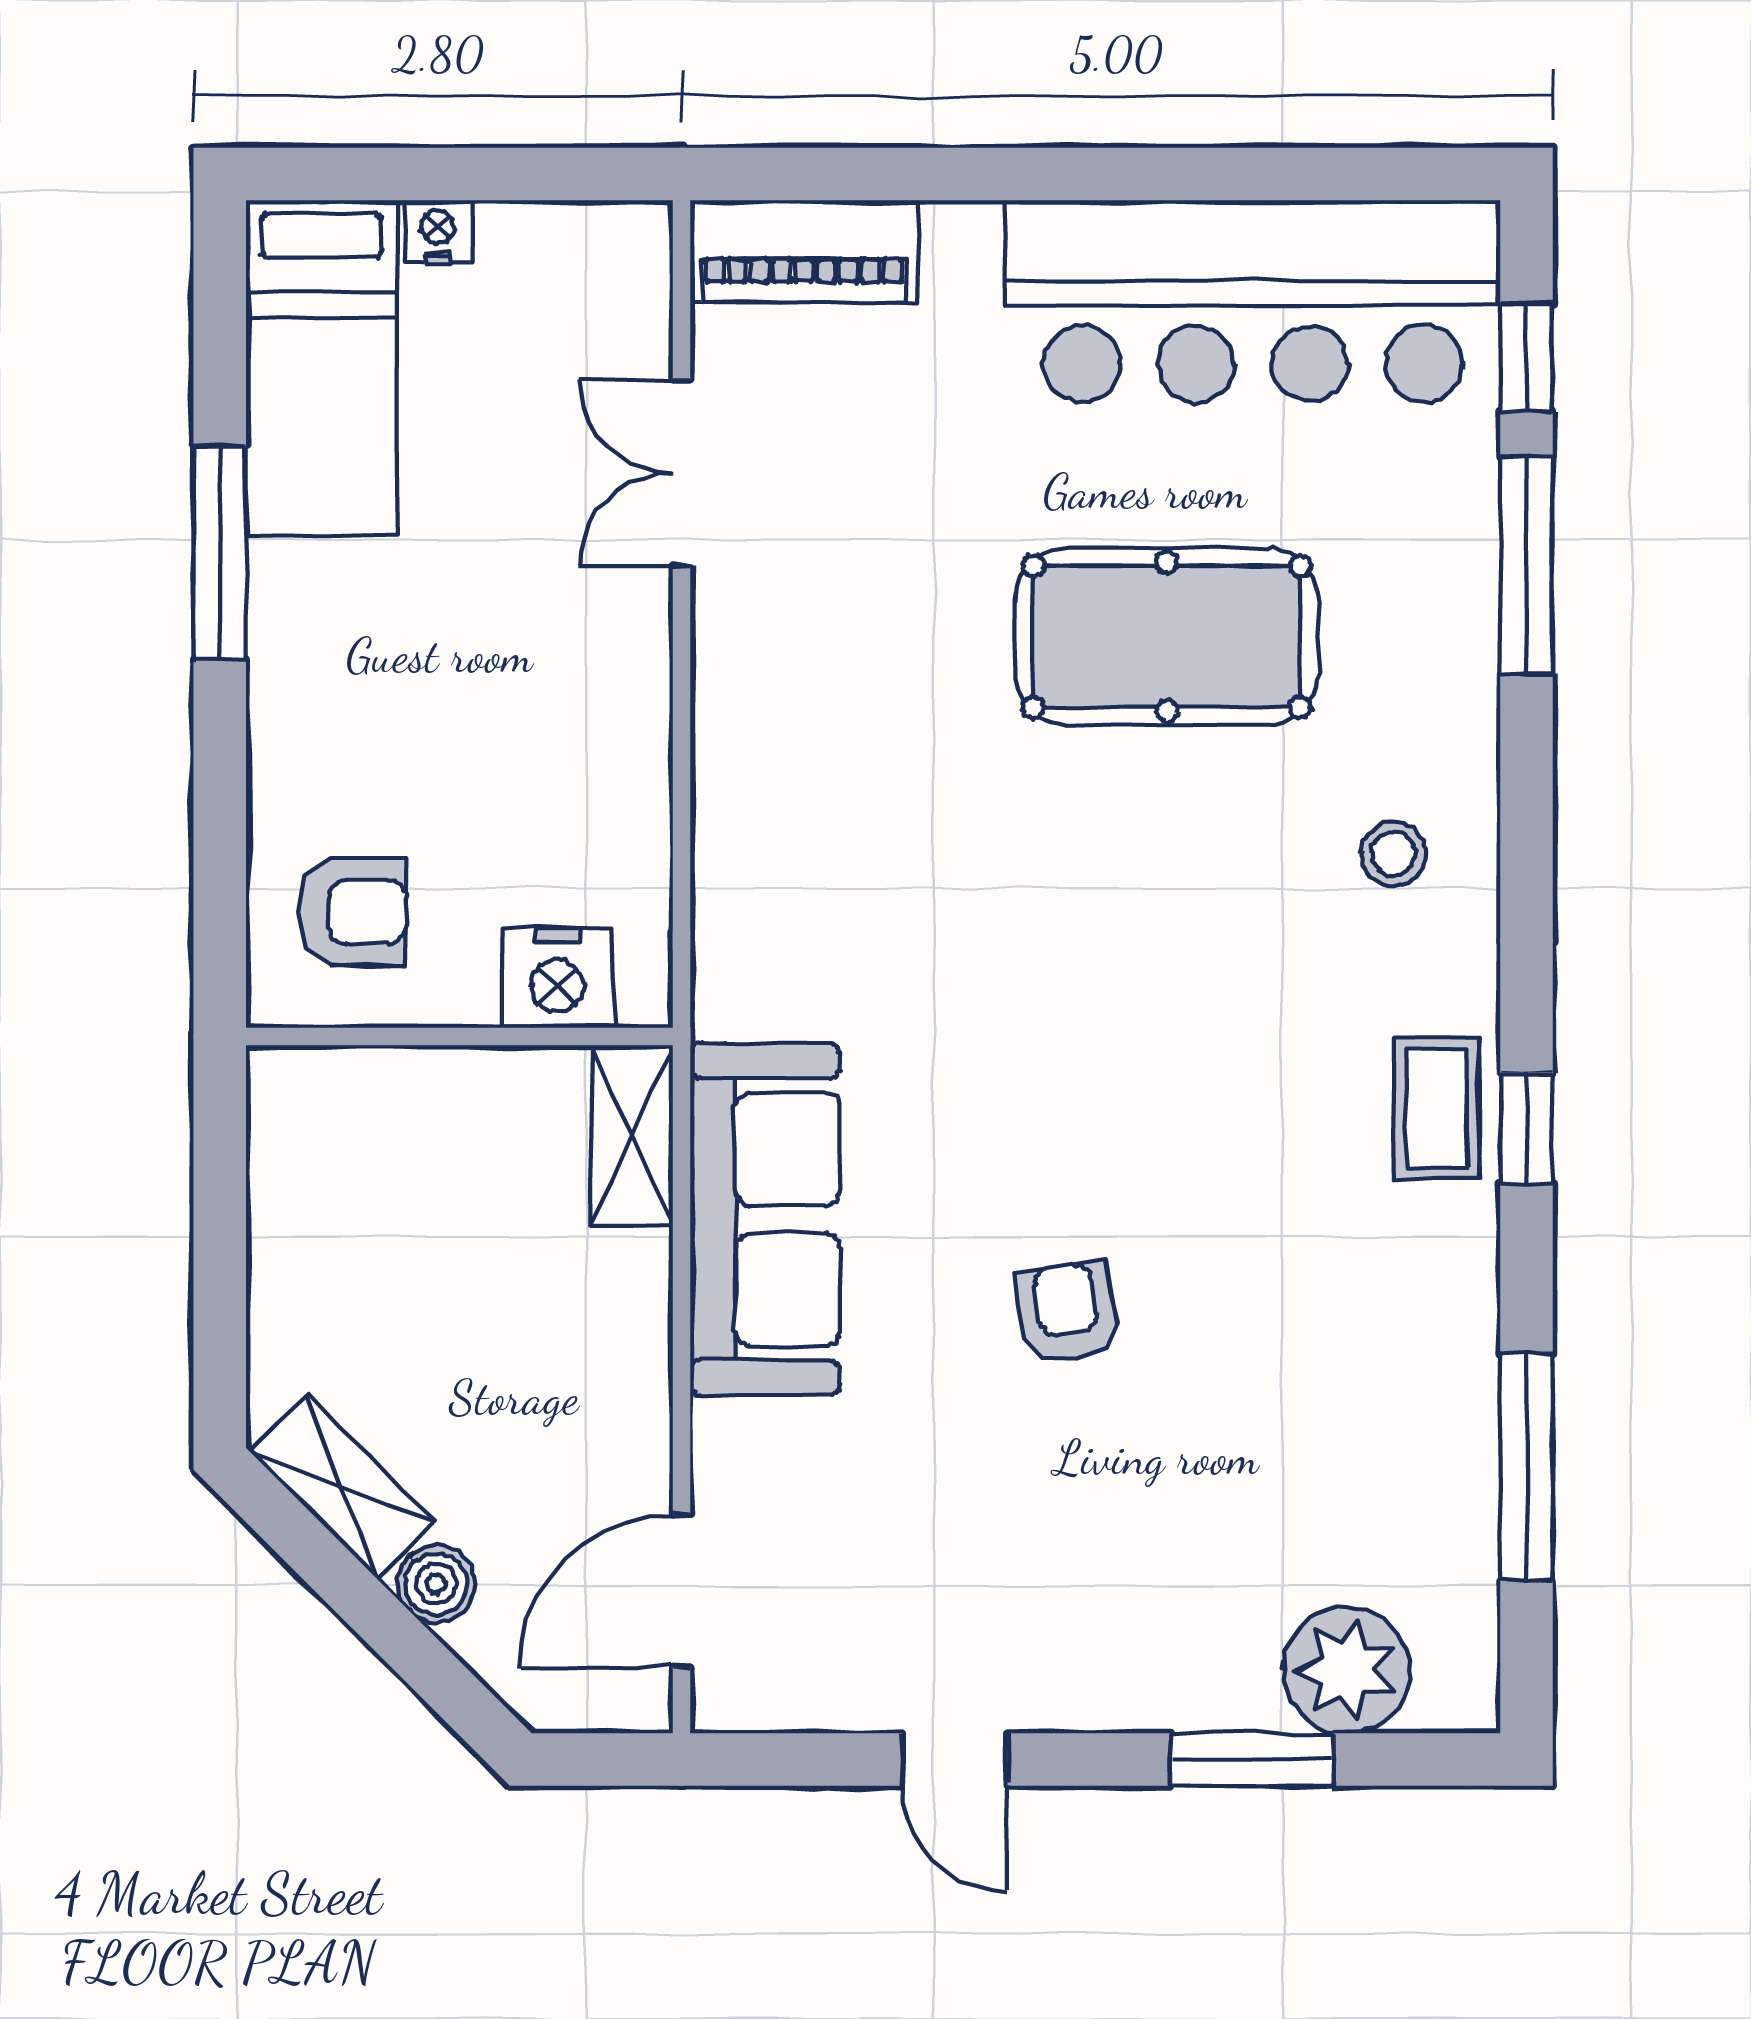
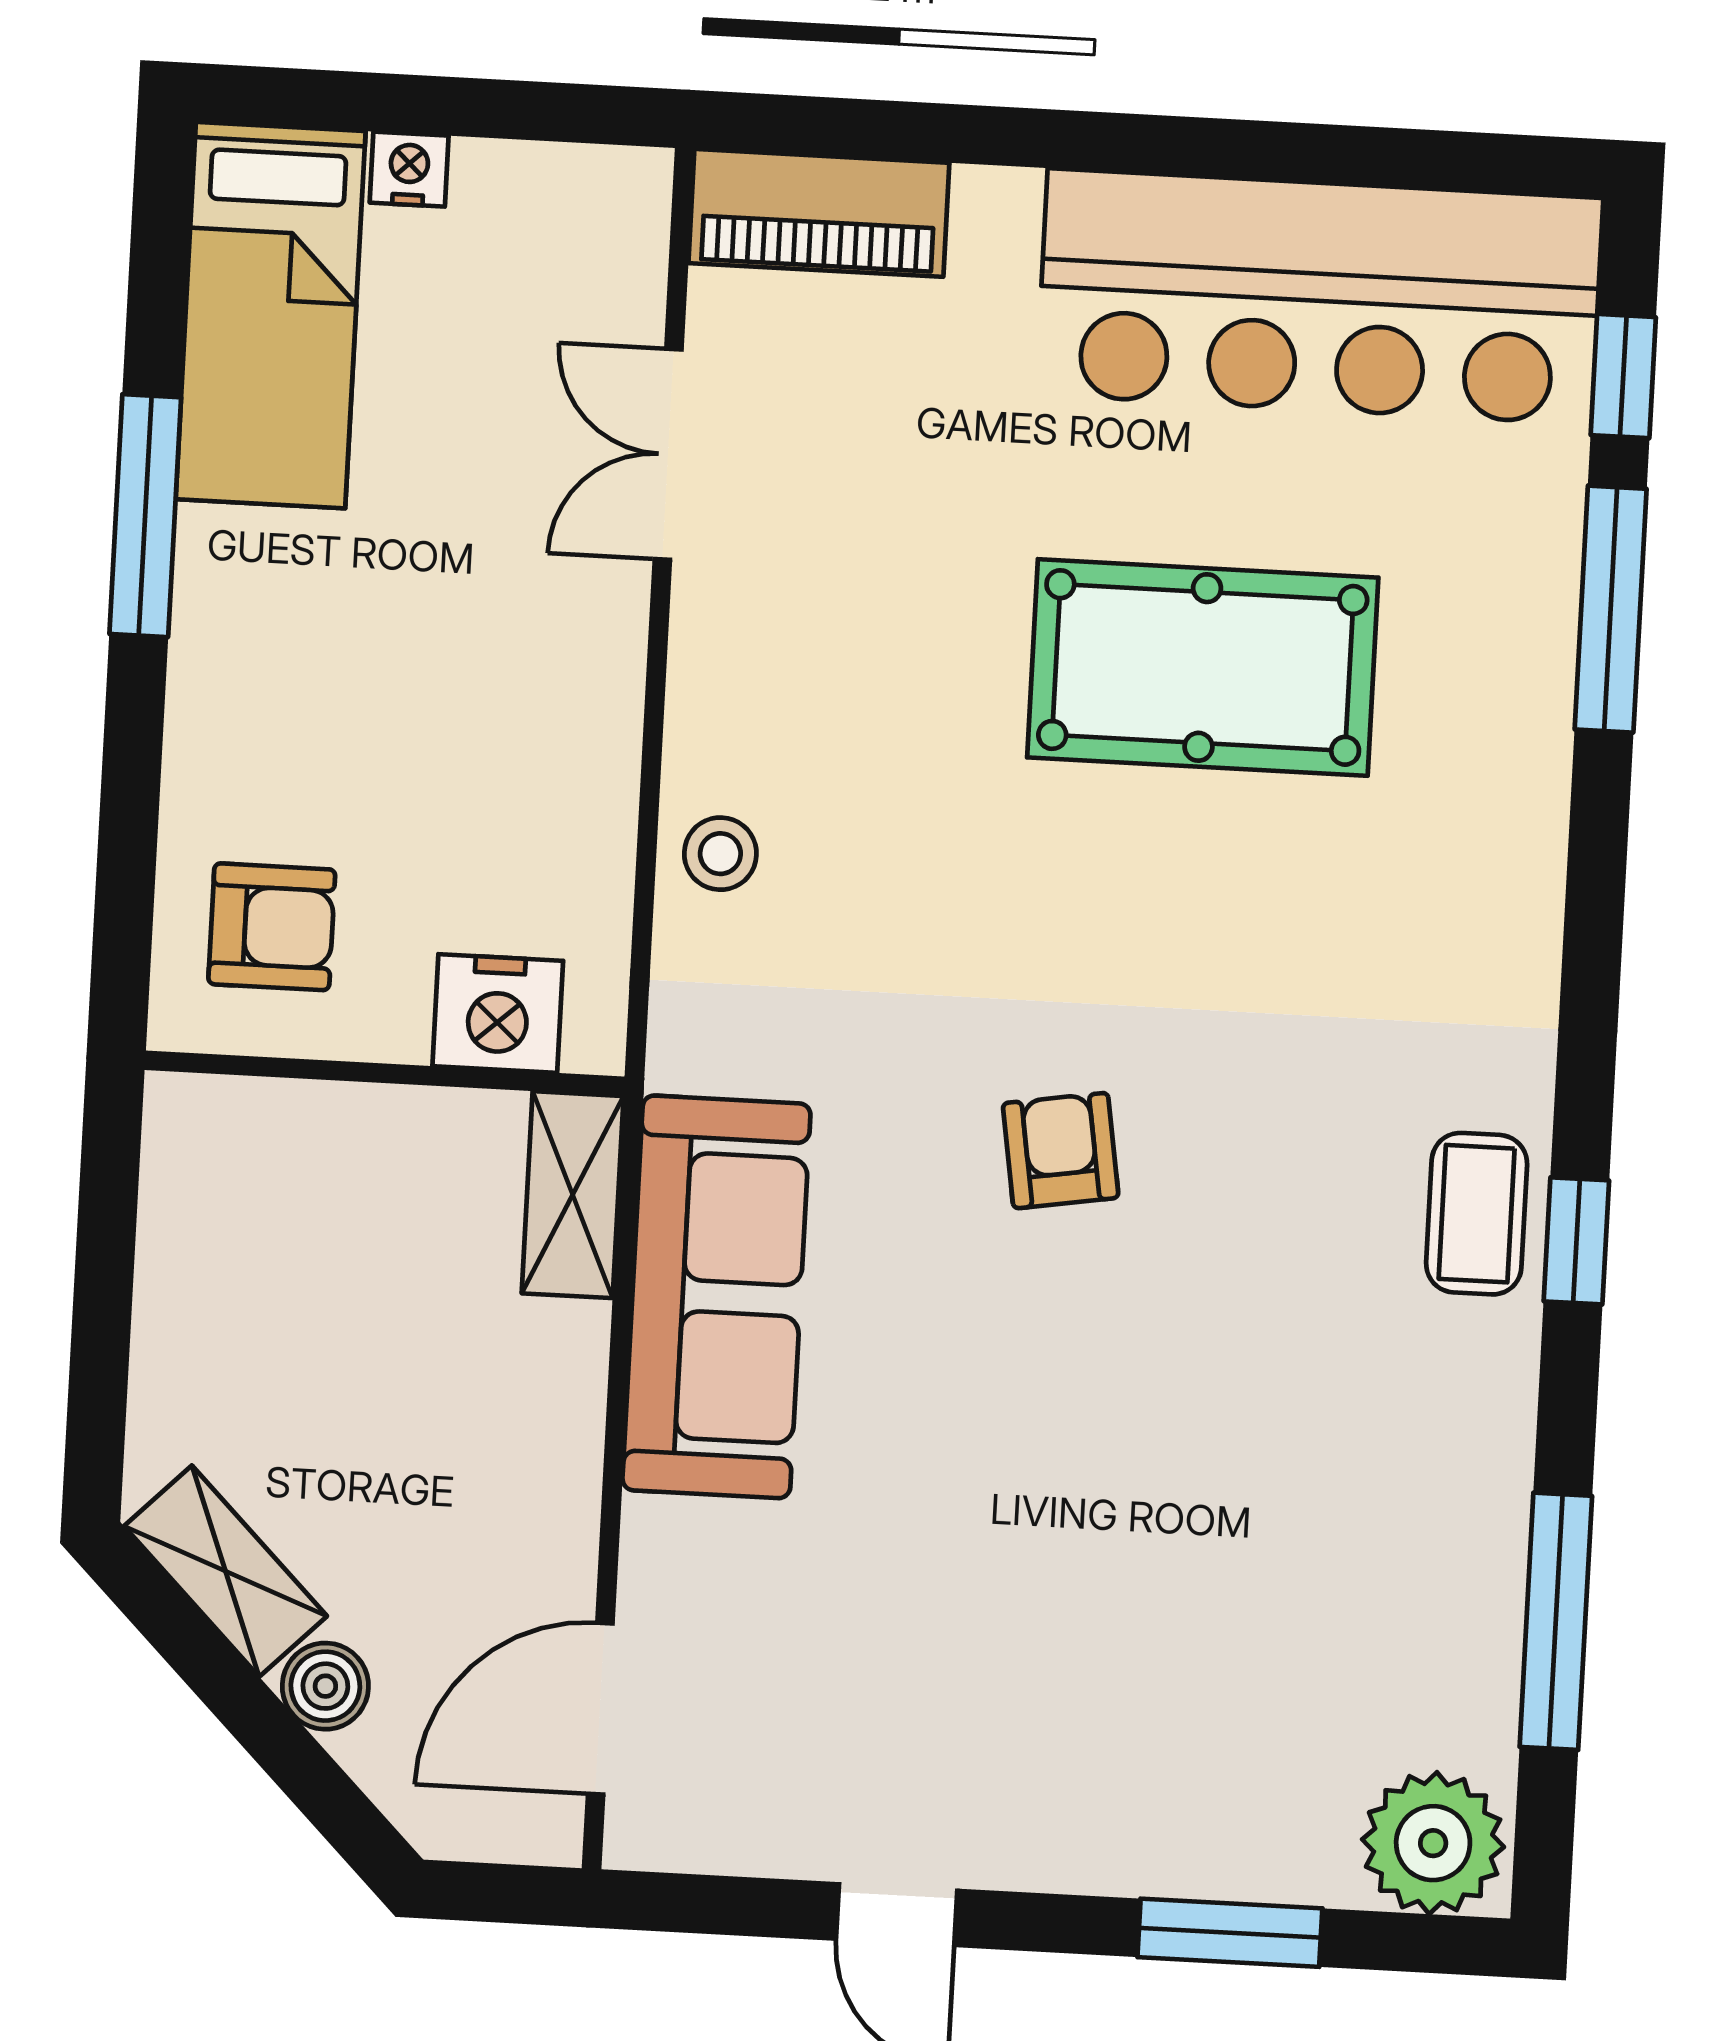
stool: (1393, 854) -> (720, 854), moved
armchair: (1067, 1313) -> (1061, 1151), moved
plant: (1347, 1670) -> (1433, 1843), moved

